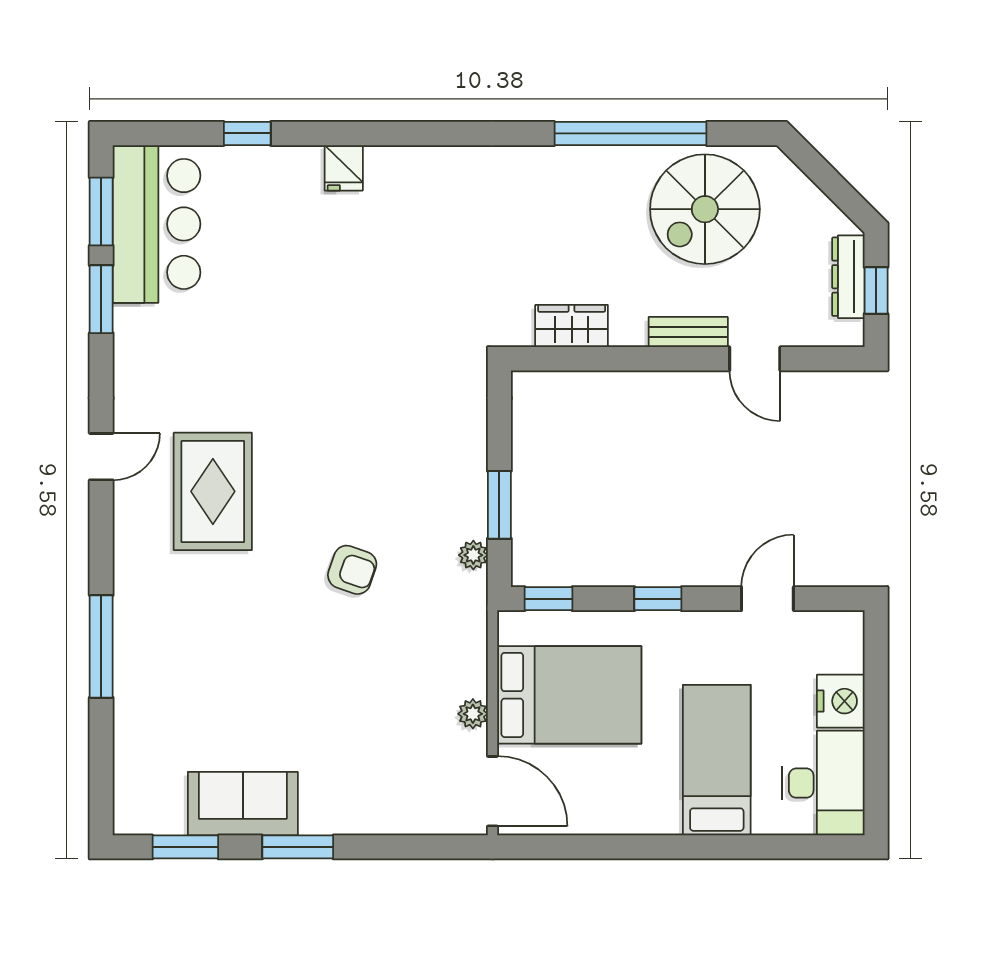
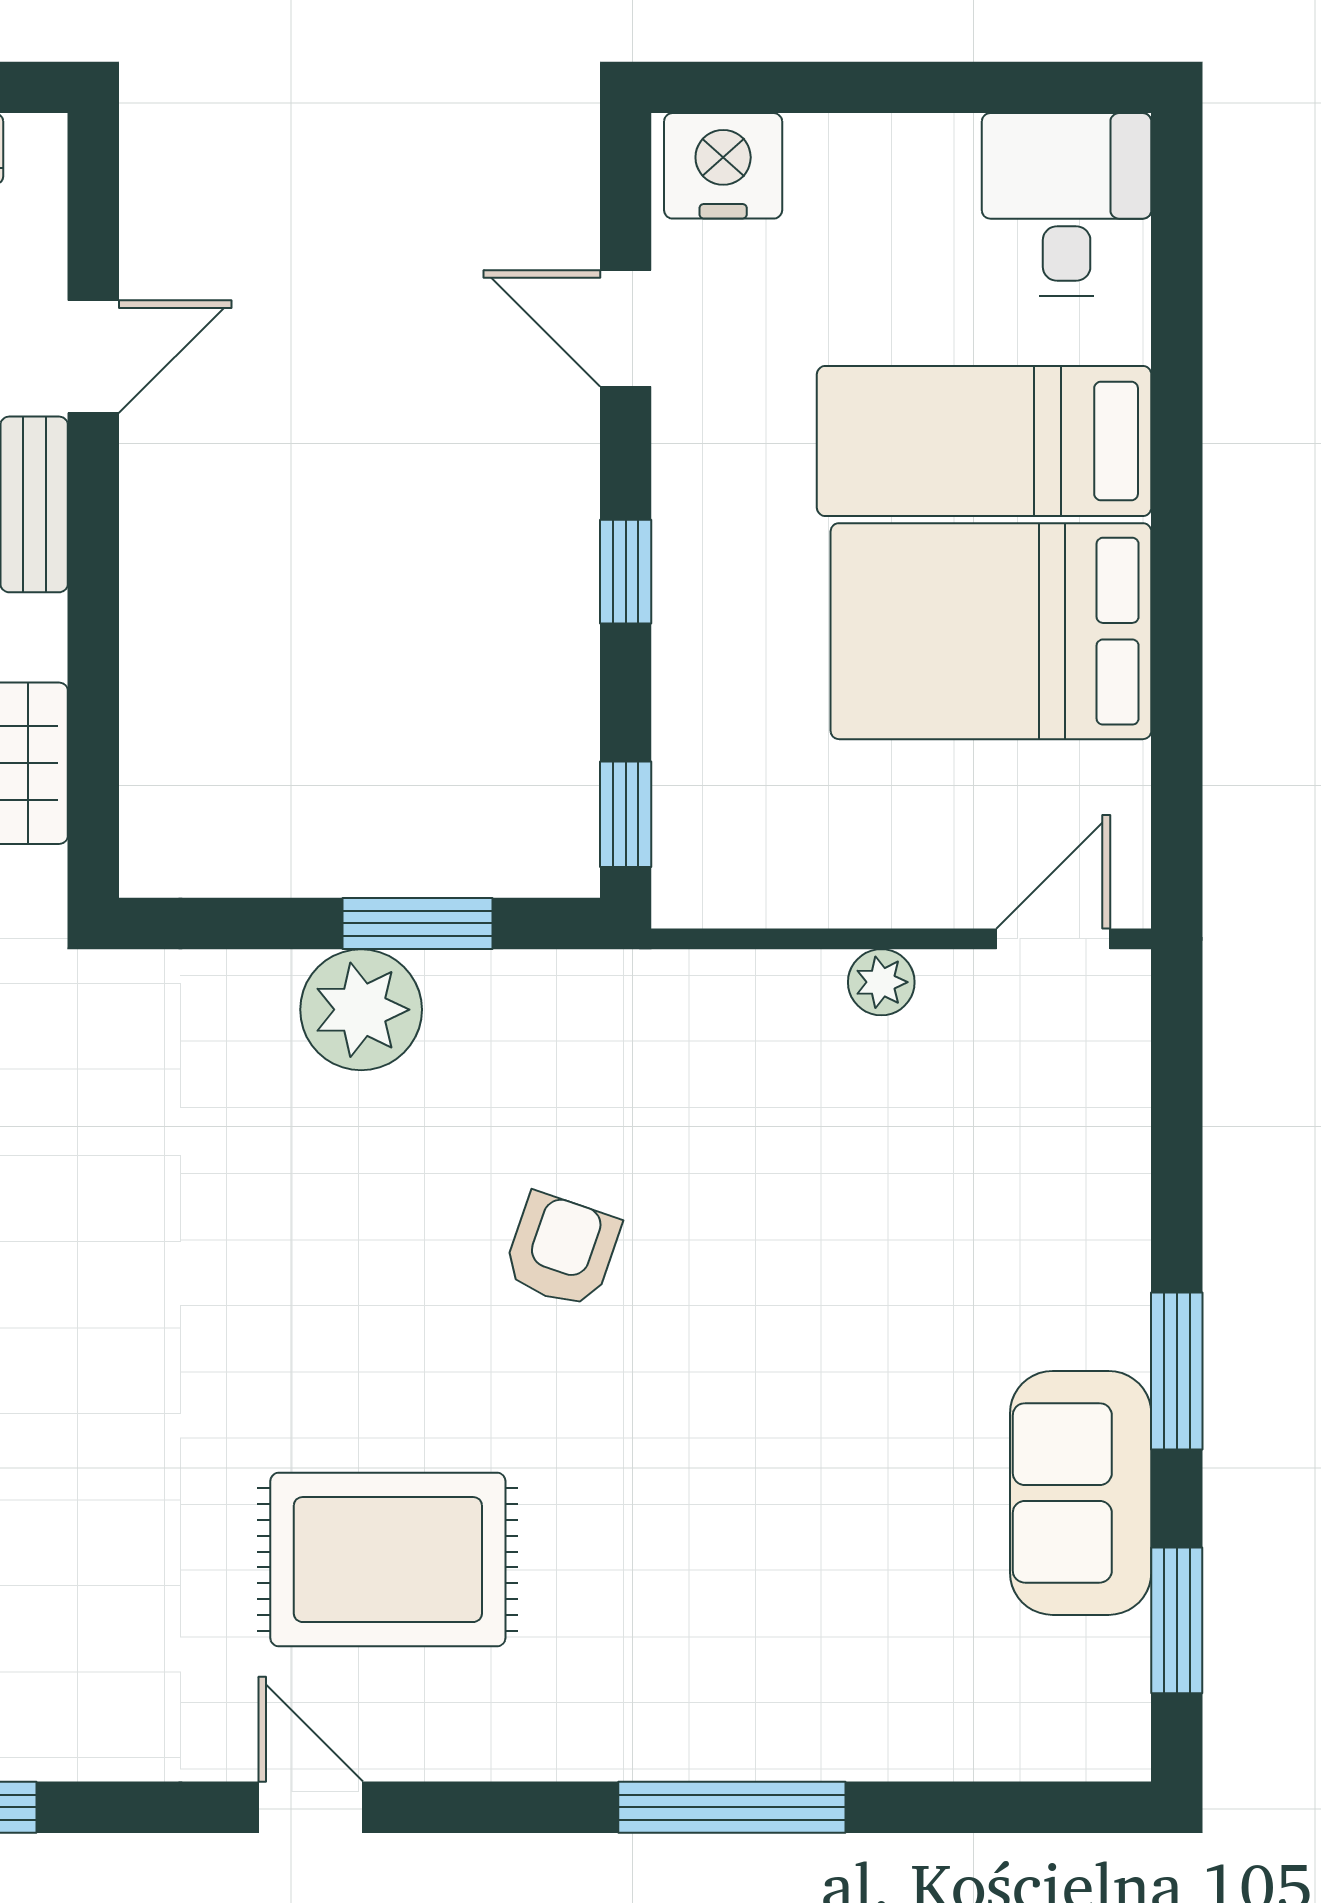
plant: (473, 555) -> (361, 1010), moved, width x1.88, depth x1.88
bed: (569, 695) -> (991, 631), moved, turned -90
nightstand: (841, 701) -> (723, 166), moved
desk: (823, 783) -> (1067, 204), width x0.73
door: (492, 791) -> (1053, 939), width x0.73

